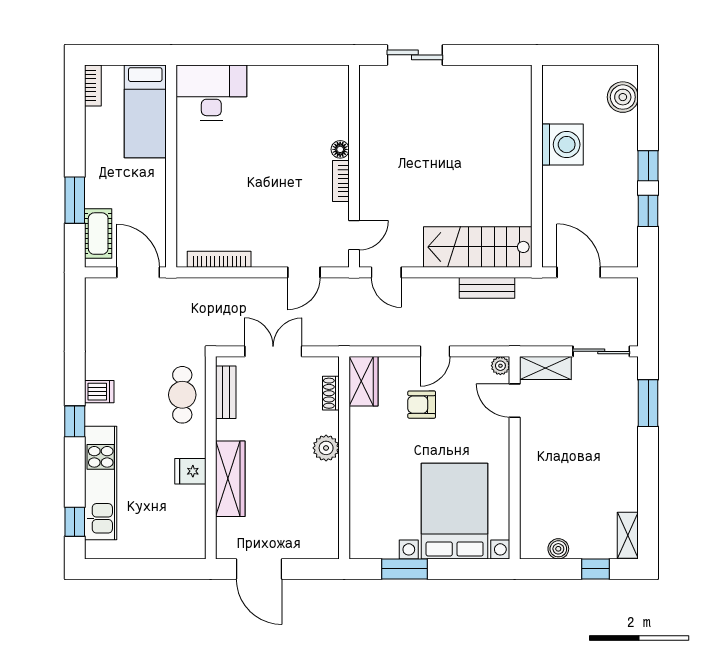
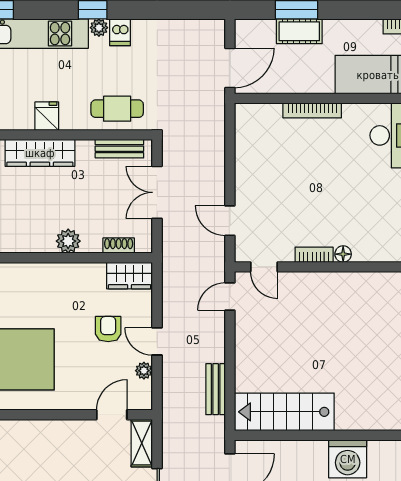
cot: (98, 234) -> (299, 31), moved
stairs: (478, 247) -> (284, 412), moved, turned -90
bookcase: (219, 259) -> (312, 110), moved, turned 90
double door: (273, 351) -> (157, 192), swing flipped
plant: (500, 366) -> (144, 371), moved
plant: (94, 415) -> (99, 28), added

